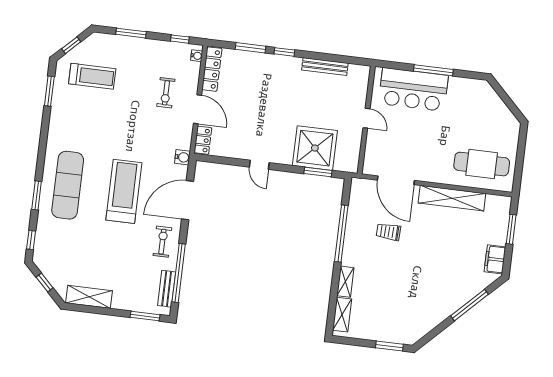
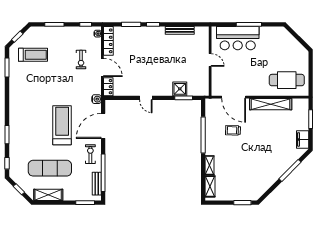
shower: (315, 148) -> (180, 89), width x0.54, depth x0.54
exercise mat: (68, 185) -> (50, 168), moved, turned 90

